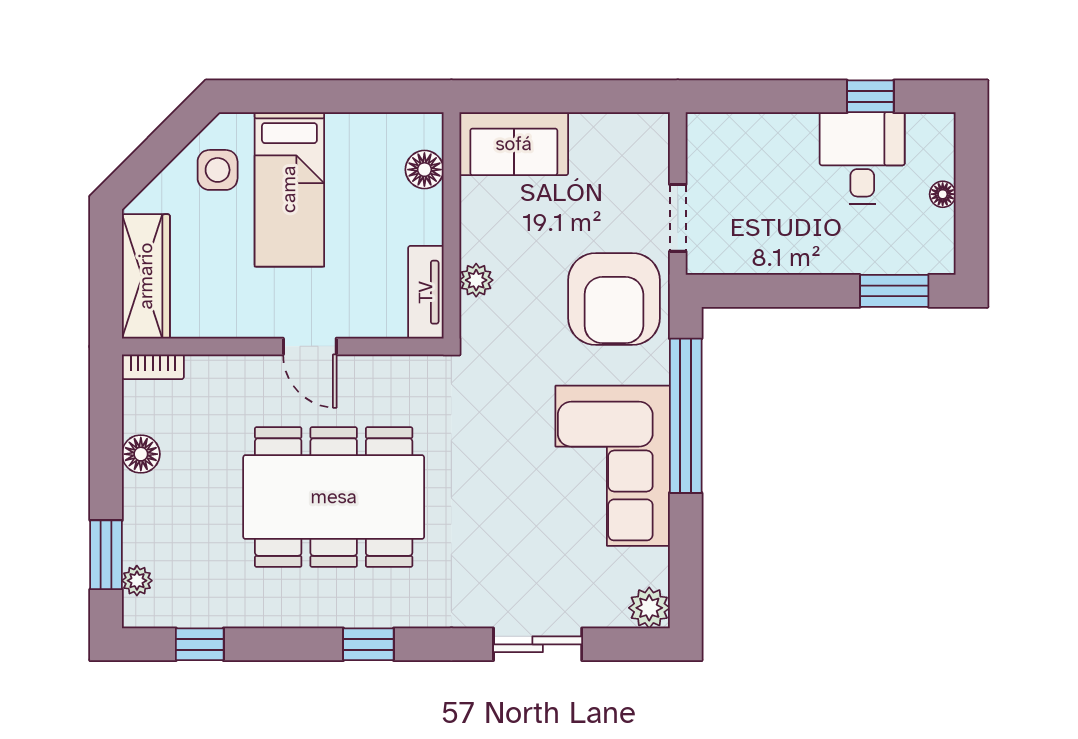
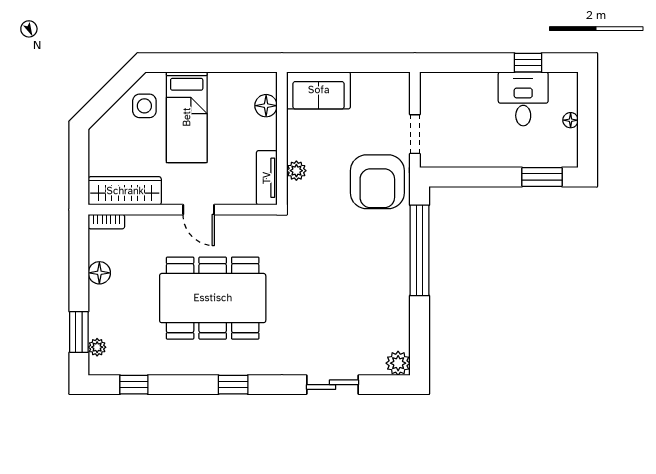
wardrobe: (146, 276) -> (125, 191), moved, turned -90
corner sofa: (613, 466) -> (377, 280), removed

